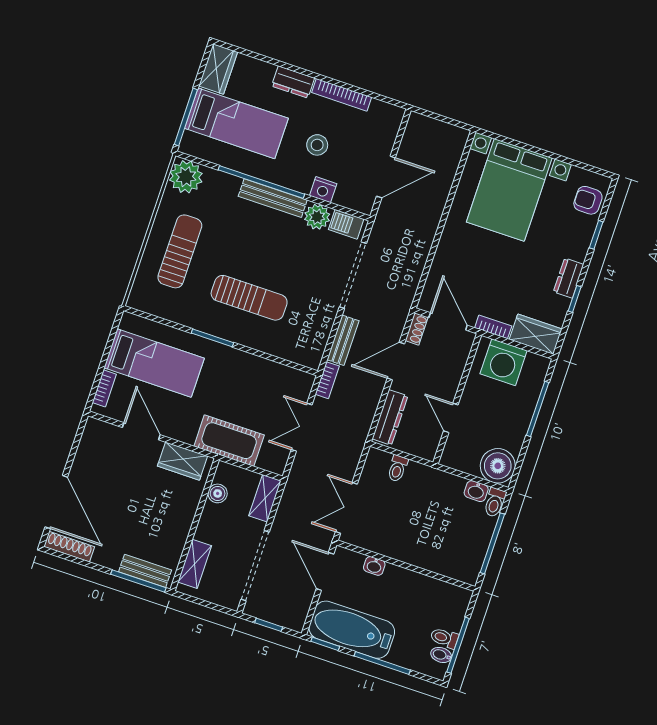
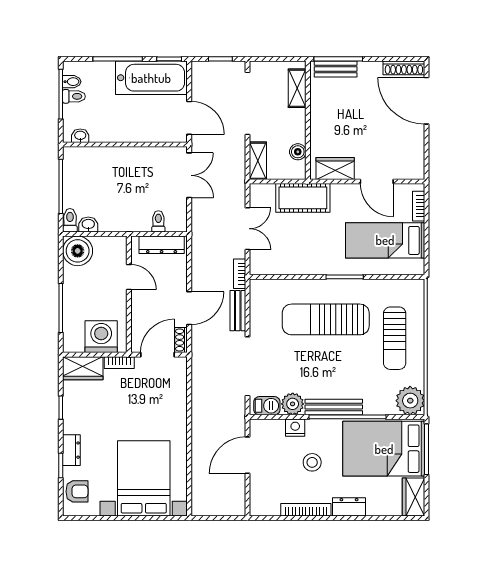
bed: (236, 123) -> (384, 449), width x1.50
dresser: (569, 278) -> (71, 450), moved
sun lounger: (249, 298) -> (326, 319), width x1.36, depth x1.34
door: (448, 321) -> (157, 355), swing flipped
dresser: (390, 417) -> (162, 245), moved, turned -90
washbasin: (374, 566) -> (80, 136), moved

